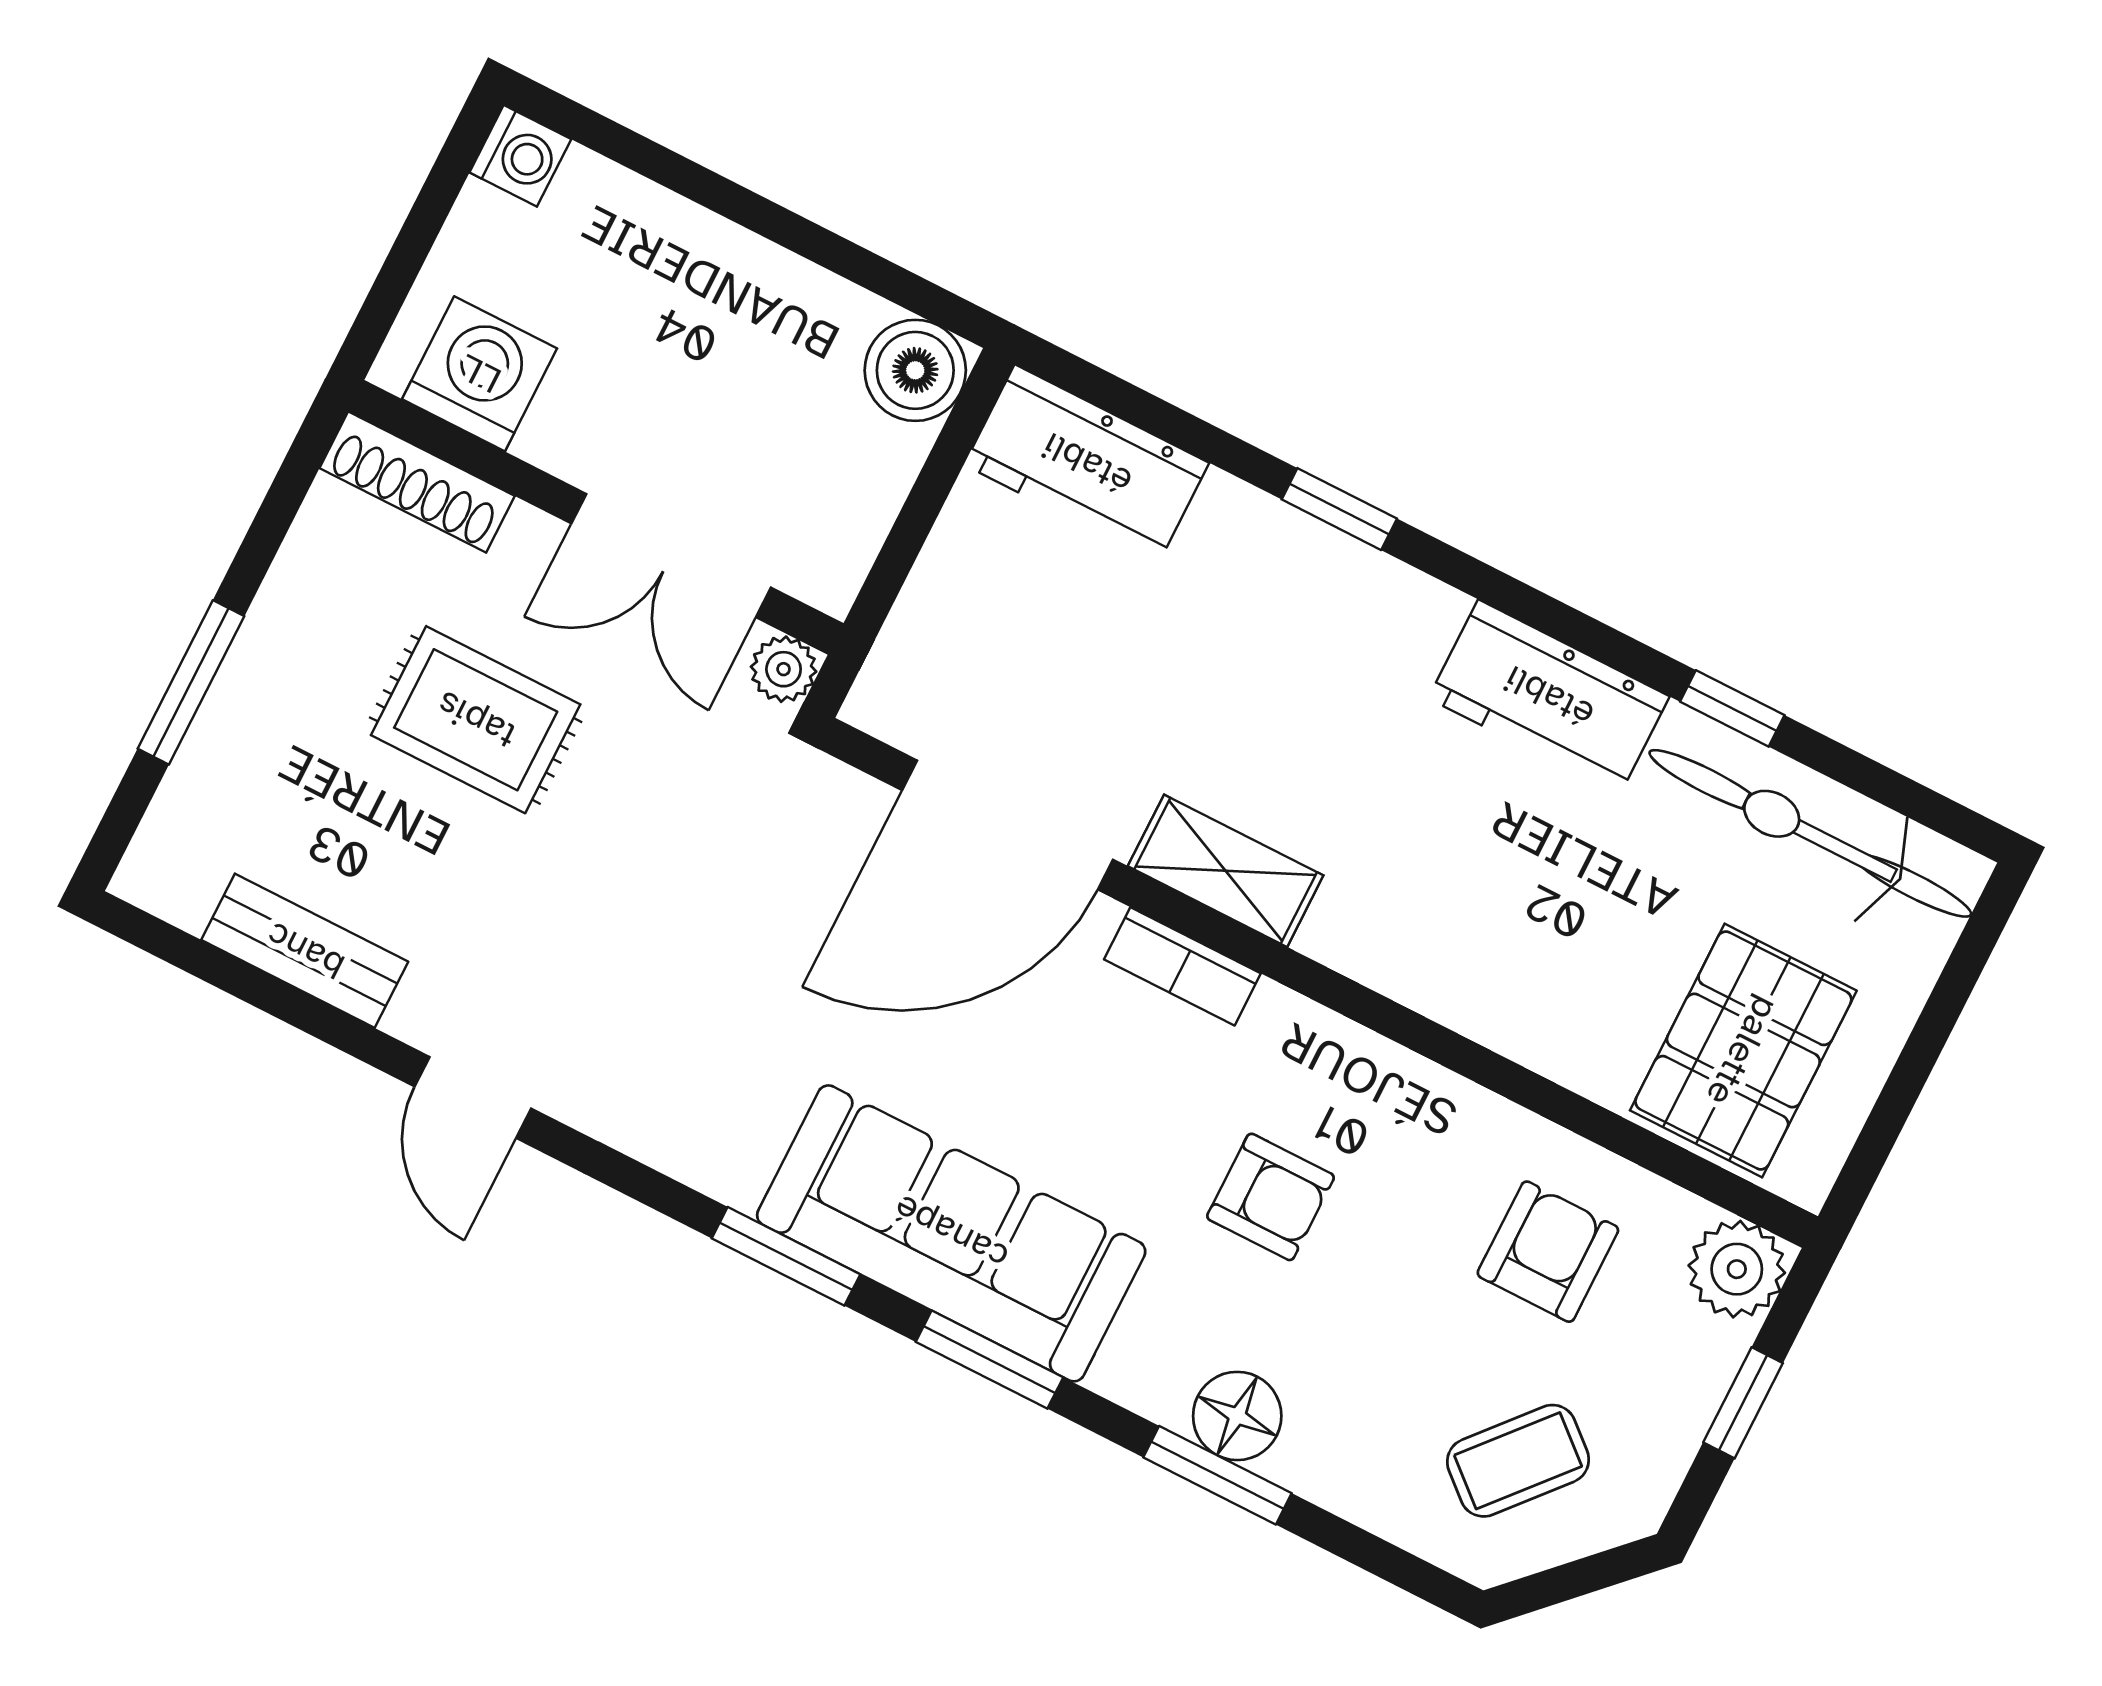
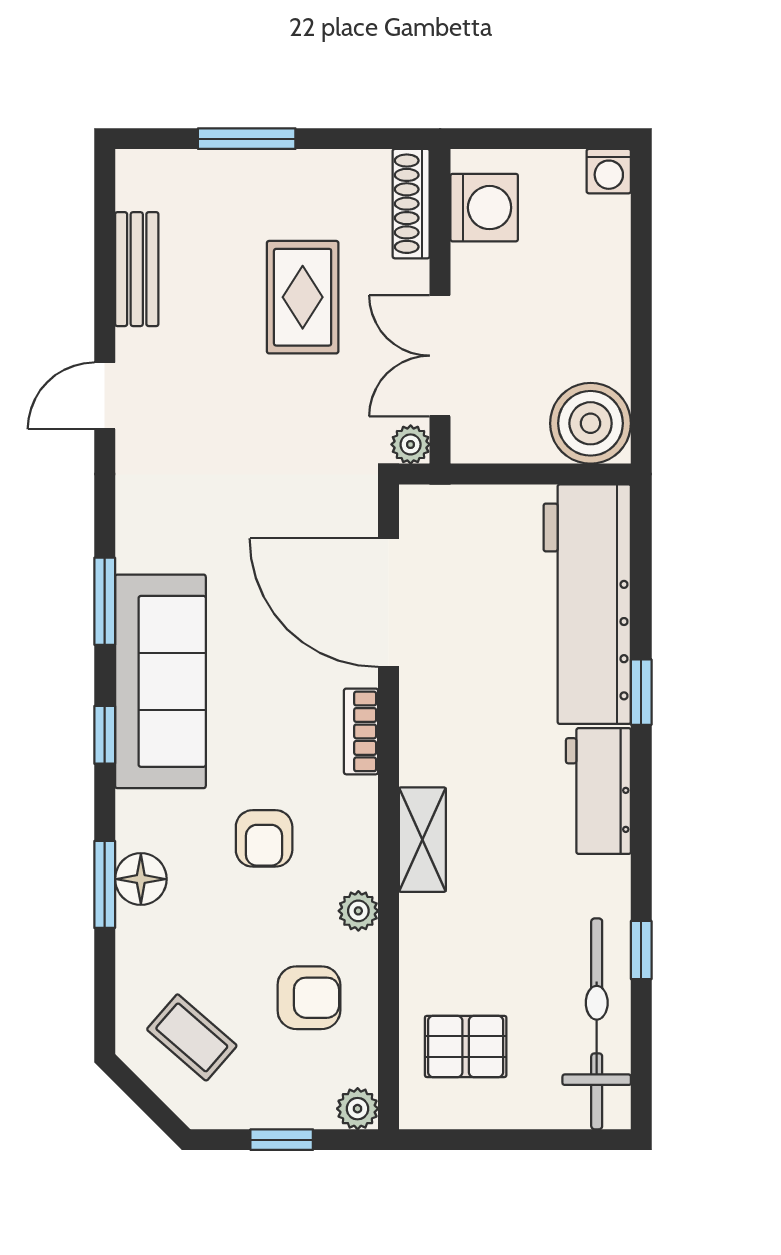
boiler: (915, 370) -> (591, 423), width x1.37, depth x1.37
workbench: (1087, 464) -> (587, 604), width x1.88, depth x1.32
workbench: (1549, 697) -> (598, 791), moved
shelving: (1226, 871) -> (422, 840), moved
pallet: (1743, 1051) -> (466, 1046), width x0.67, depth x0.71
plant: (1454, 1109) -> (358, 911), added
plant: (1737, 1269) -> (358, 1109), width x0.73, depth x0.73
window: (990, 1360) -> (105, 735), width x0.67

